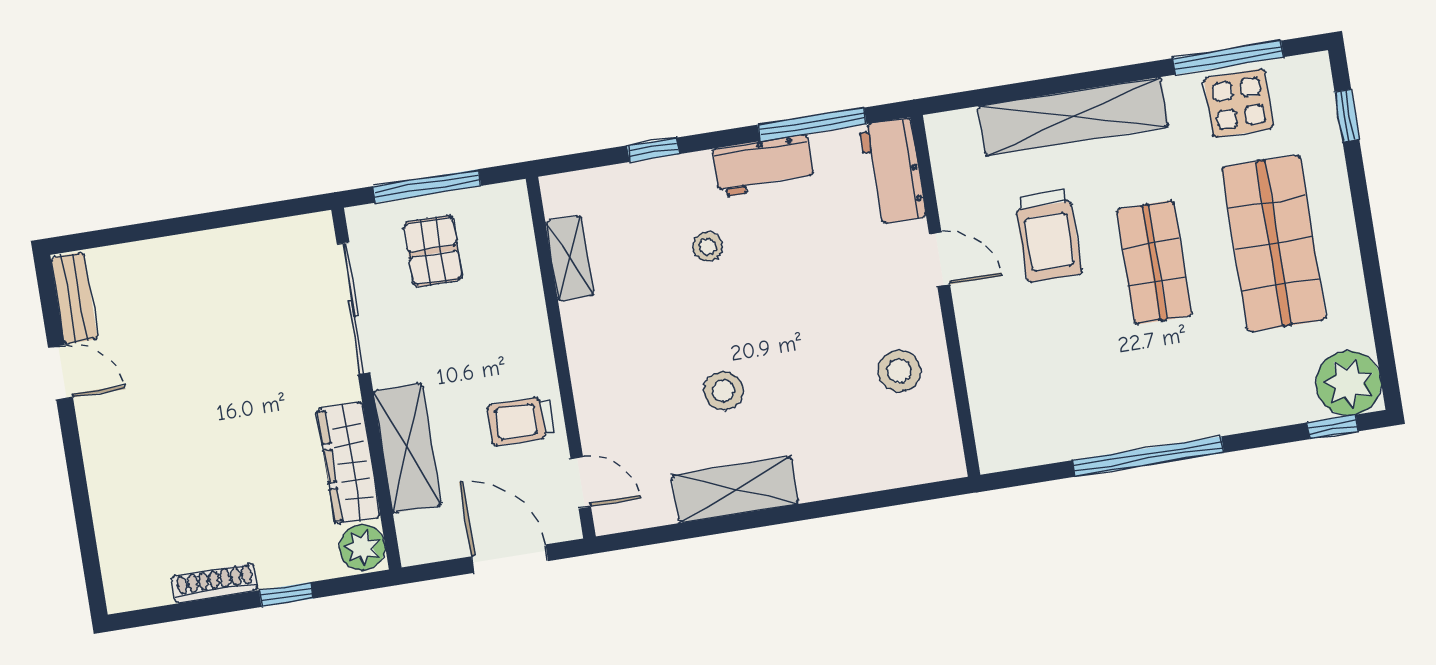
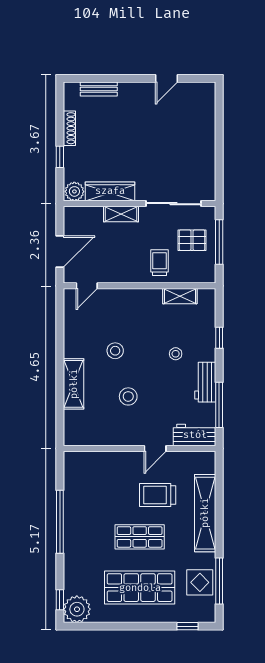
bench: (74, 298) -> (99, 89), moved
stool: (899, 371) -> (128, 396), moved
trolley: (520, 421) -> (160, 263), moved
shelving: (407, 448) -> (121, 214), width x0.67, depth x0.75
shelving: (735, 490) -> (74, 384), moved

